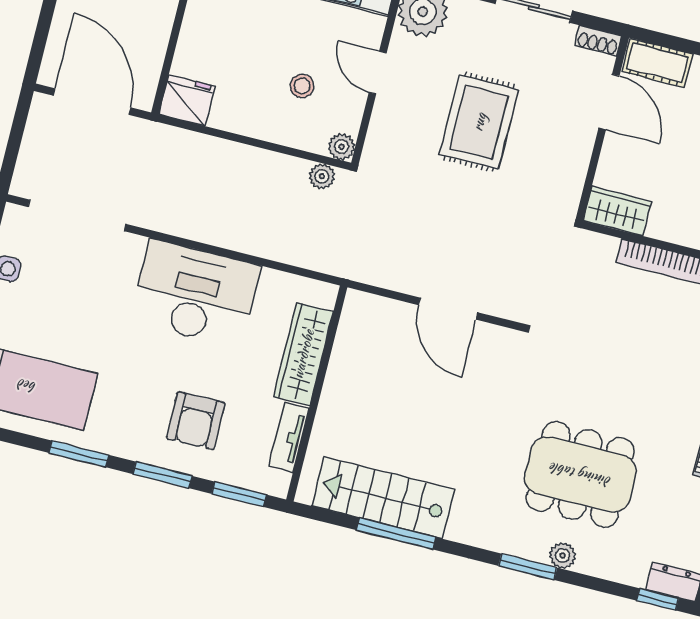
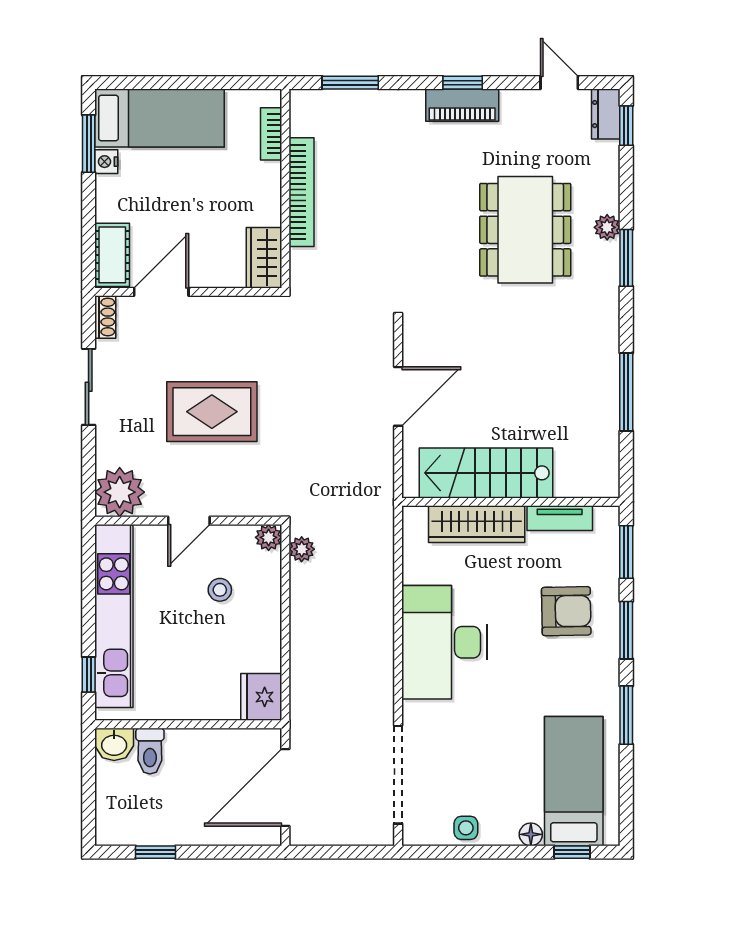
stairs: (383, 498) -> (486, 473), moved, turned 90

